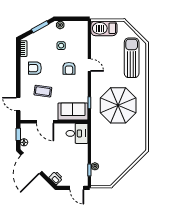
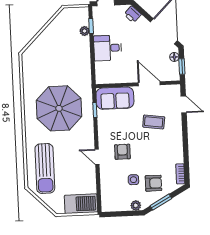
armchair: (35, 68) -> (153, 183), moved
desk: (77, 133) -> (108, 48), moved

